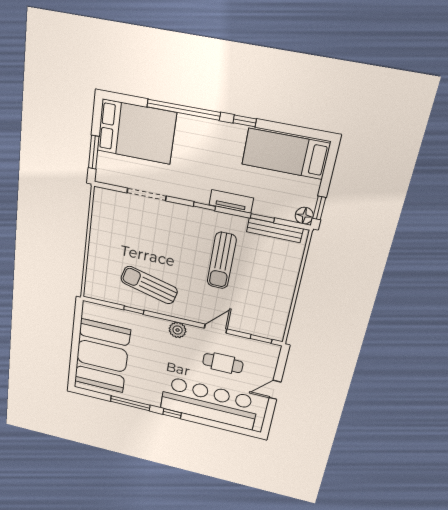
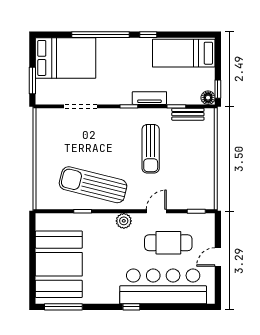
bench: (275, 230) -> (188, 114), width x0.73
sun lounger: (149, 285) -> (93, 185), width x1.36, depth x1.34
cafe table: (223, 363) -> (168, 243), width x1.37, depth x1.35
window: (130, 403) -> (63, 307), moved

